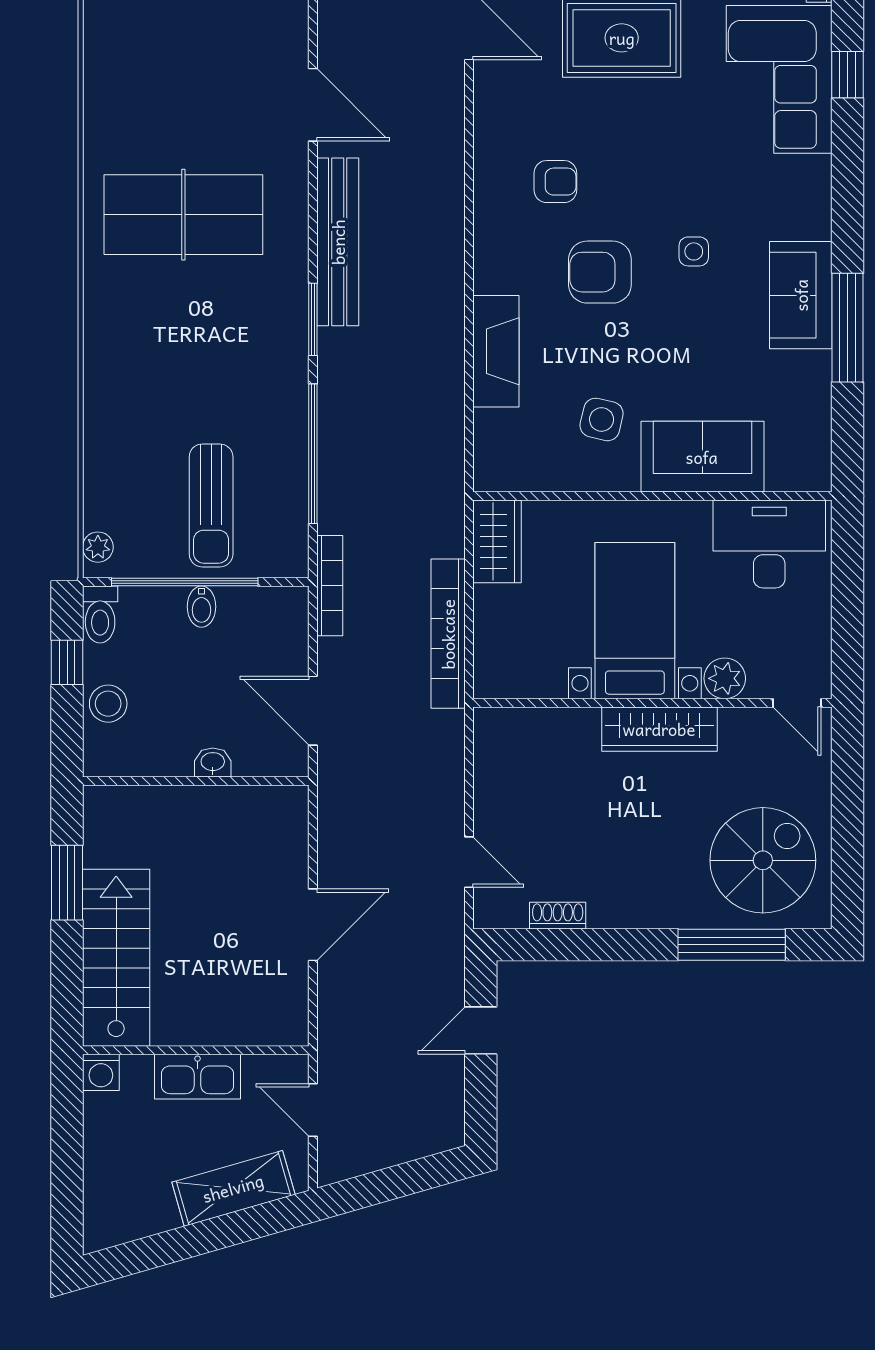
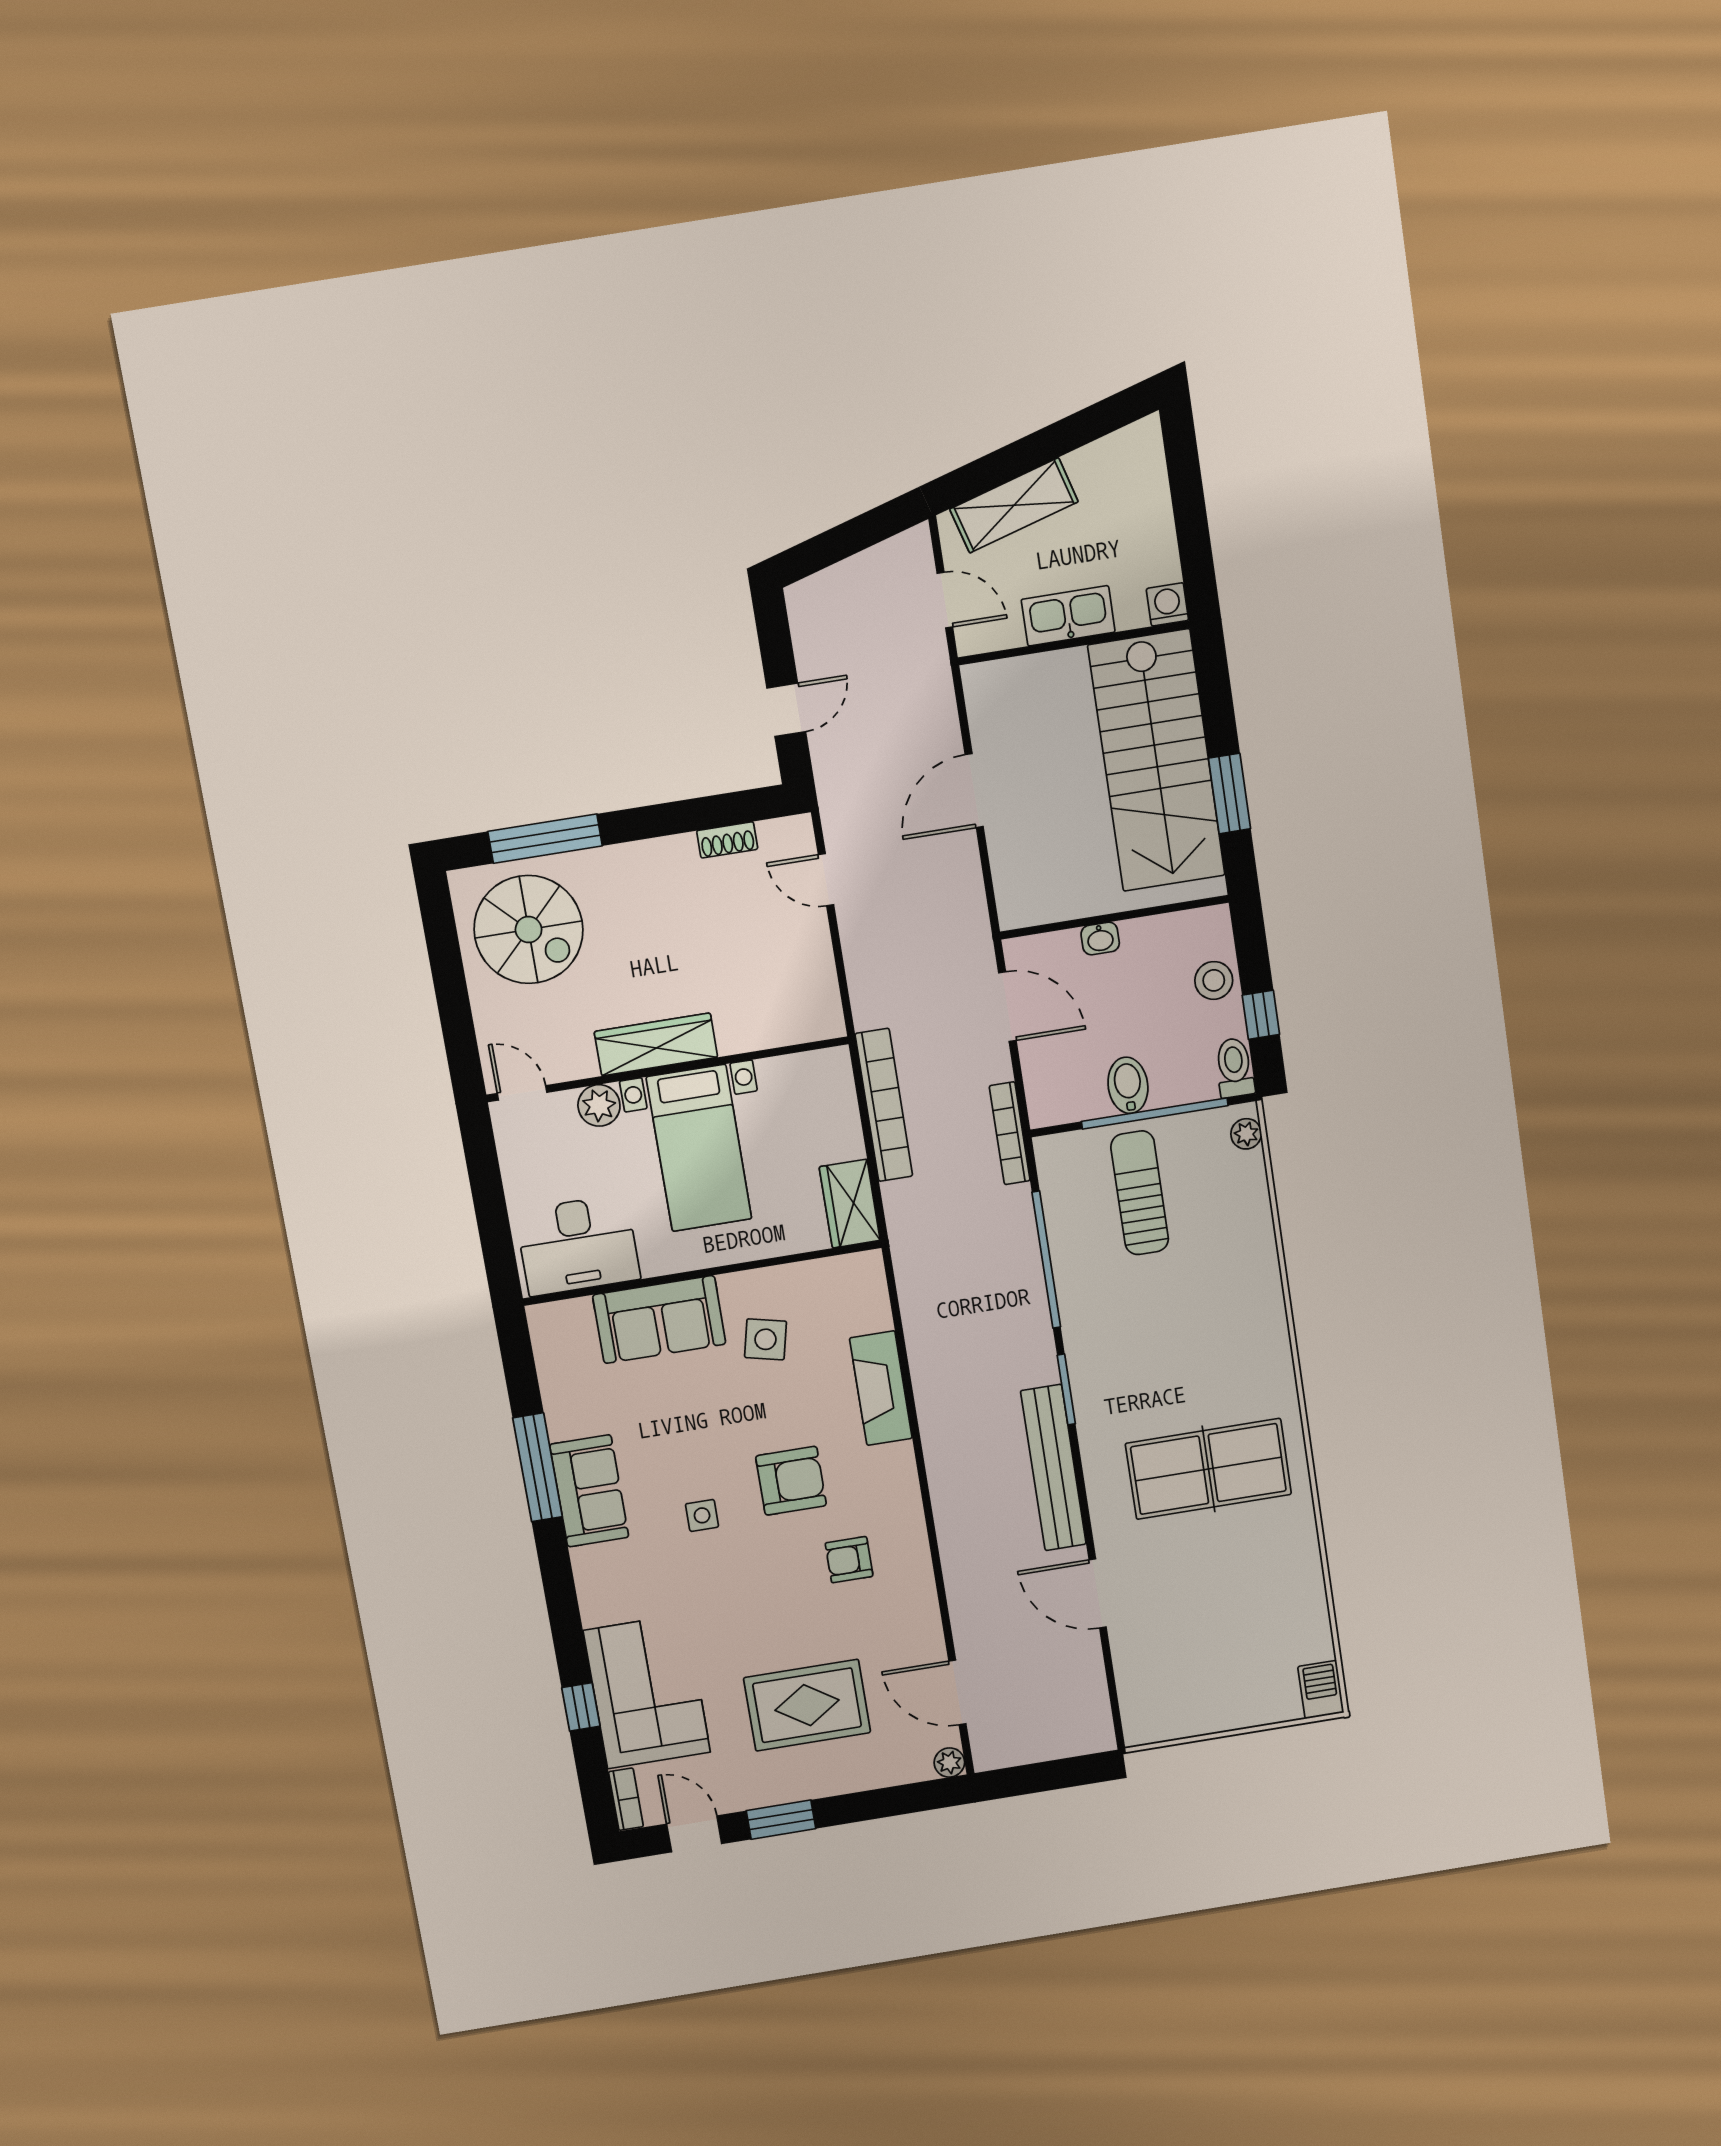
bidet: (202, 607) -> (1128, 1085), width x1.38, depth x1.36
spiral stairs: (763, 860) -> (529, 930), turned -90
stairs: (116, 958) -> (1157, 761), width x1.36, depth x1.51

